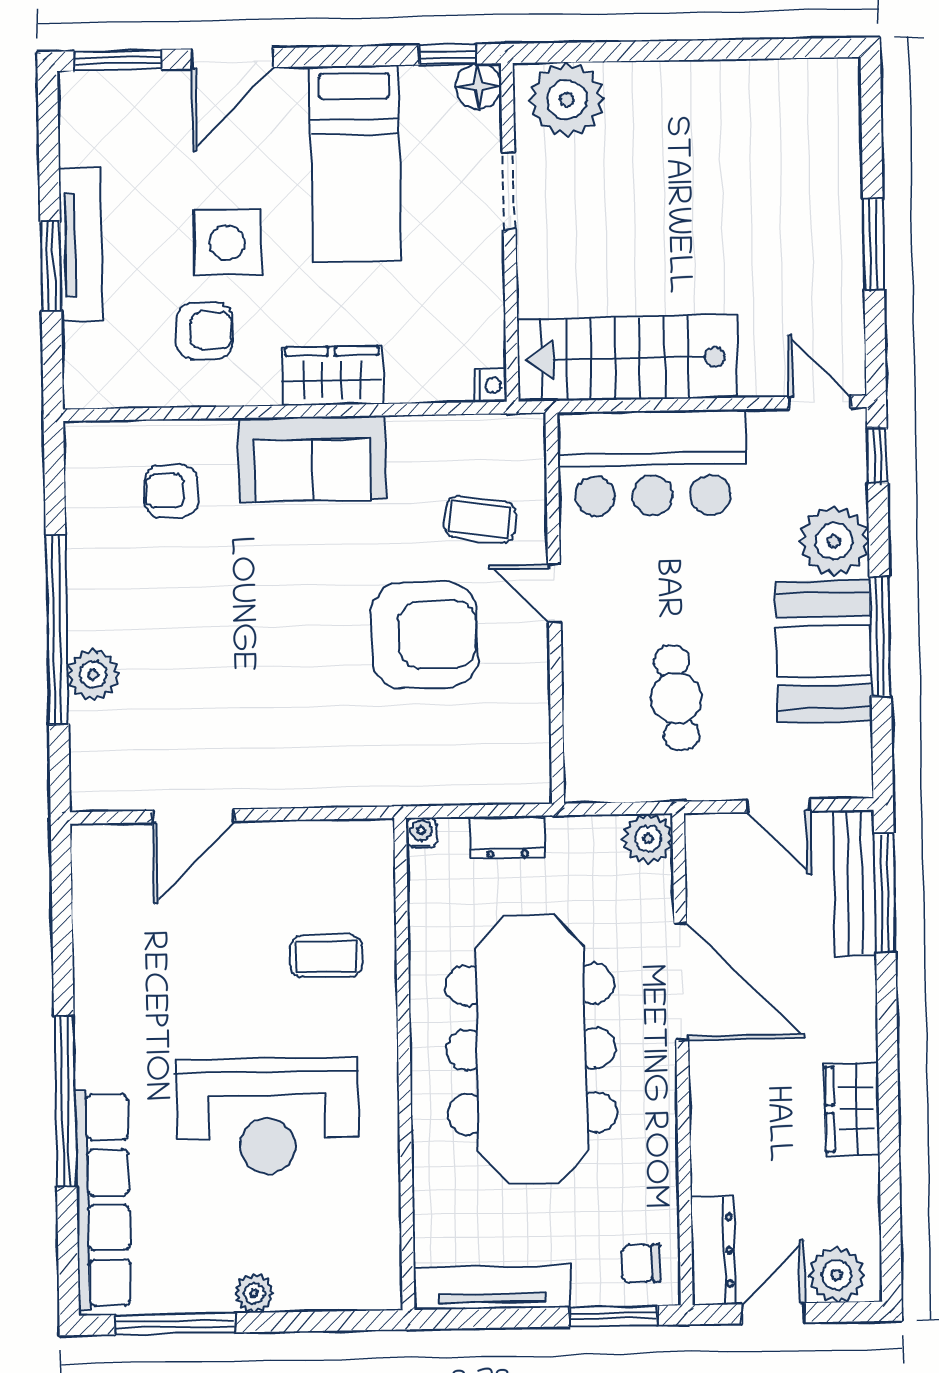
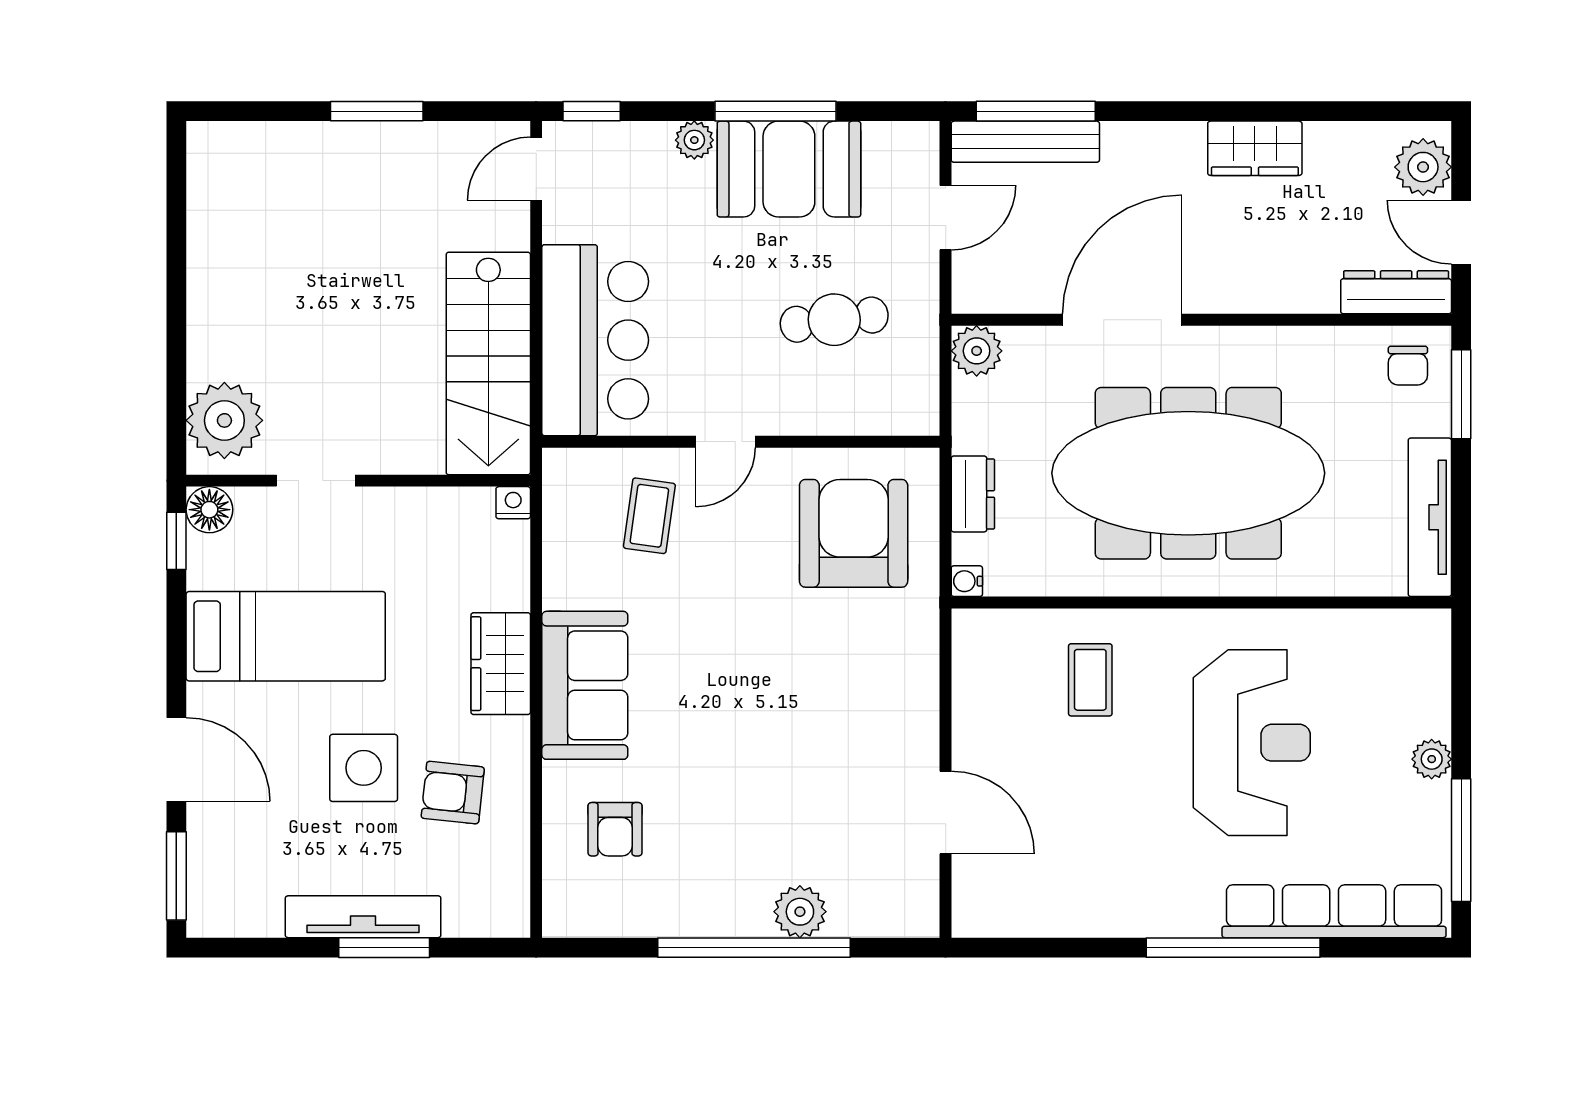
armchair: (204, 331) -> (453, 793), turned -84
plant: (834, 541) -> (694, 140), width x0.53, depth x0.53
armchair: (425, 635) -> (854, 533), moved

